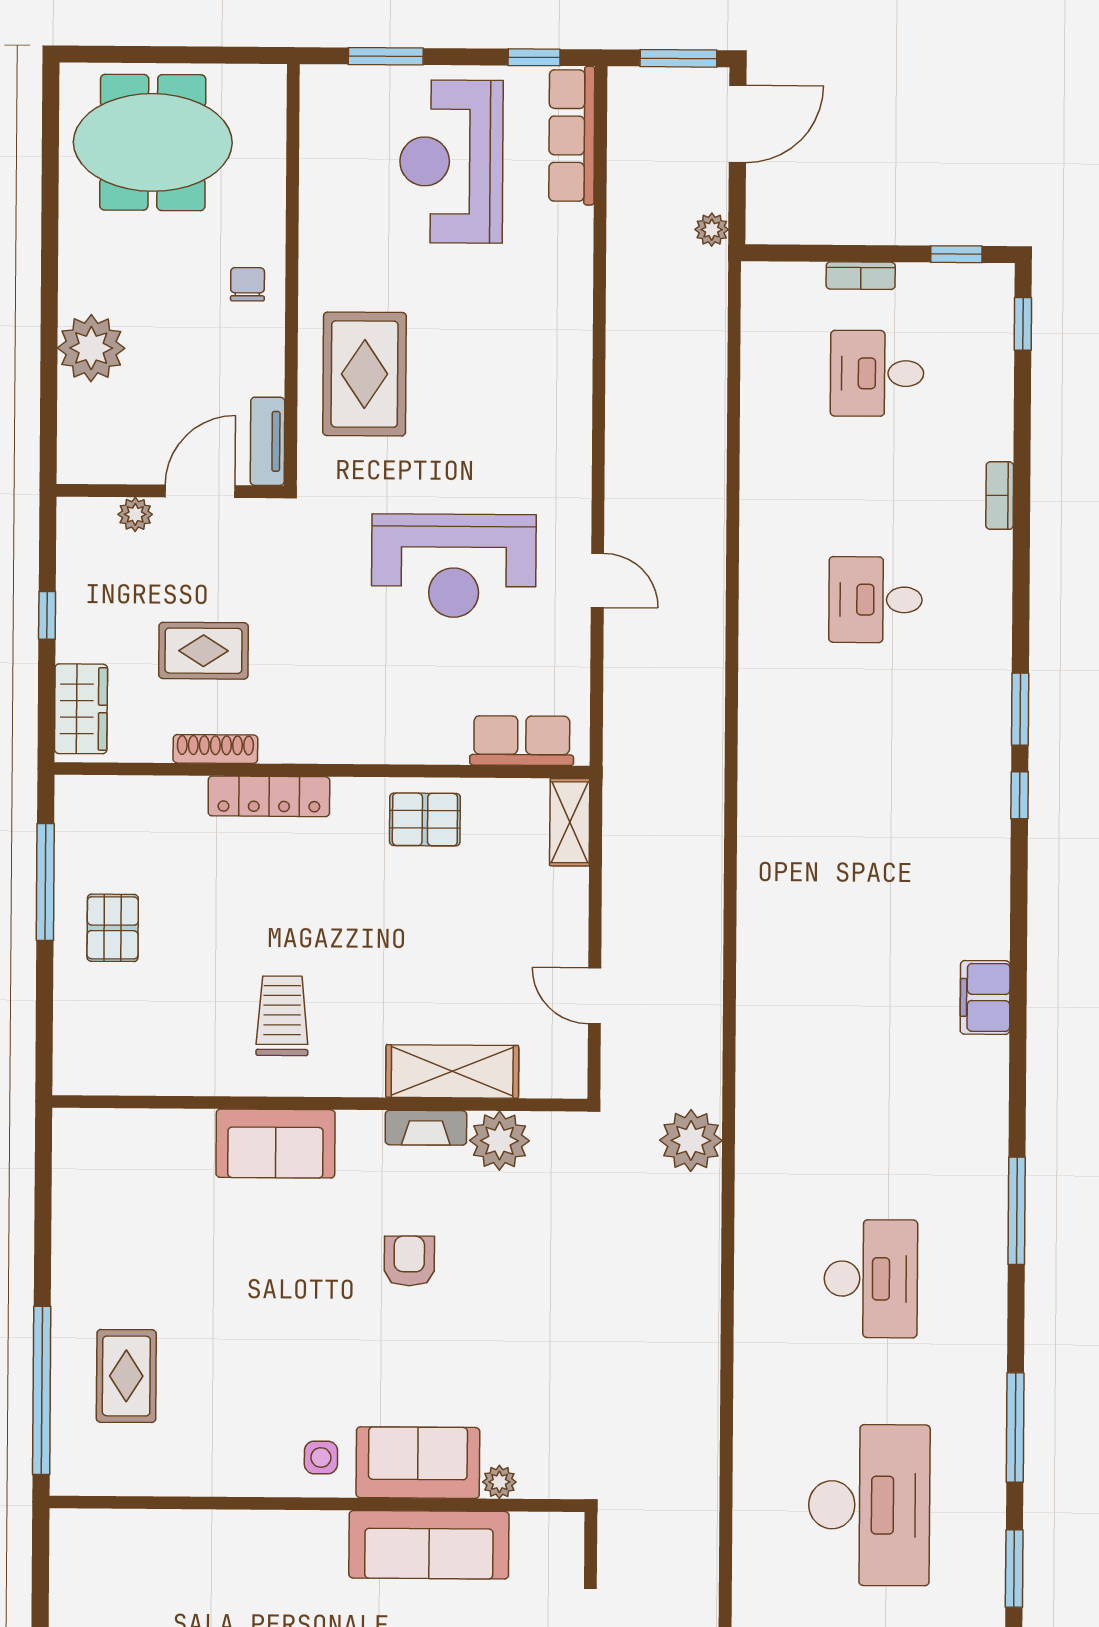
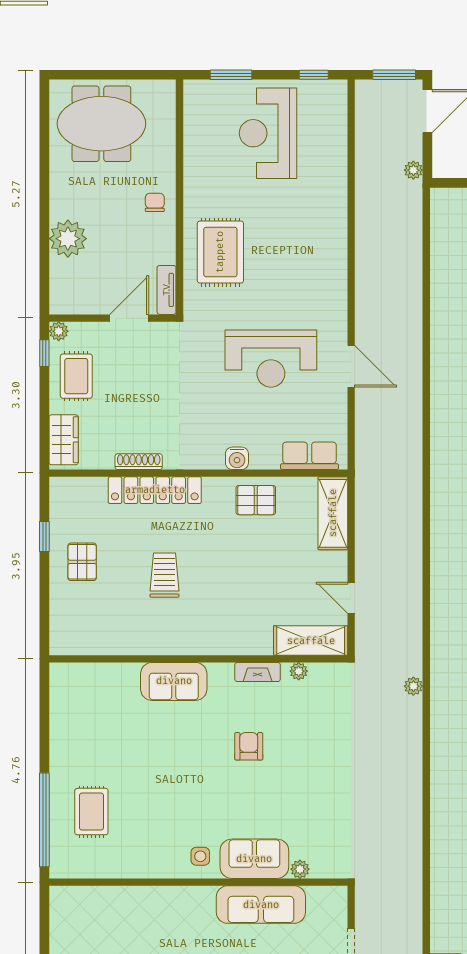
row of seats: (572, 135) -> (335, 118), removed
plant: (135, 514) -> (59, 331), moved
door: (597, 580) -> (351, 366), width x1.38
window: (47, 615) -> (44, 353), moved
rug: (204, 651) -> (76, 376), moved, turned 90
water cooler: (392, 744) -> (237, 458), added
locker: (269, 796) -> (155, 490), width x1.41, depth x1.21
shelving: (570, 822) -> (333, 513), width x1.50, depth x1.33
window: (45, 882) -> (44, 537), width x0.46
trolley: (282, 1016) -> (164, 575), moved
shelving: (452, 1071) -> (311, 641), moved
plant: (691, 1140) -> (413, 686), width x0.53, depth x0.53
plant: (500, 1141) -> (299, 671), width x0.53, depth x0.53

